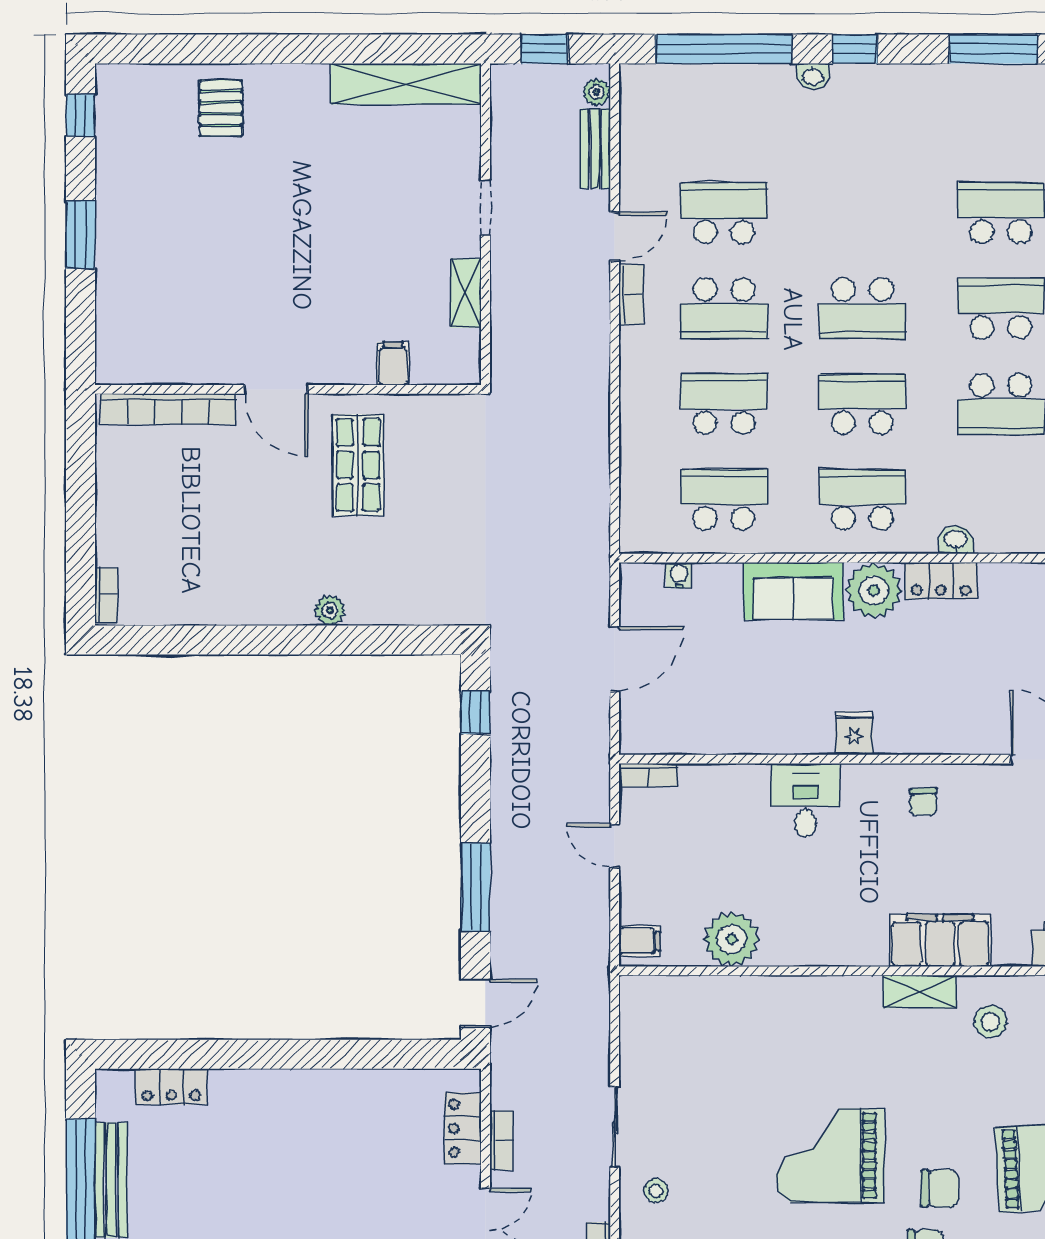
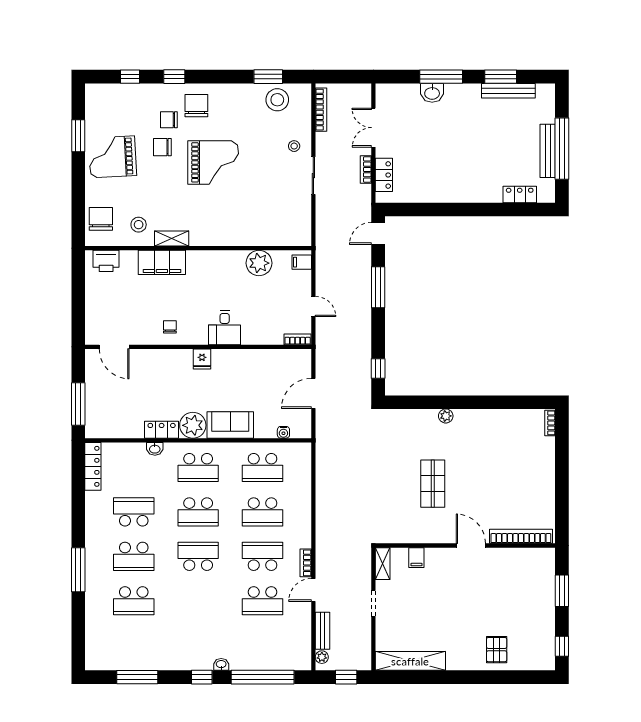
filing cabinet: (393, 363) -> (416, 558), moved
door: (276, 389) -> (471, 545), moved
wall: (288, 389) -> (465, 545), moved
bookcase: (168, 409) -> (521, 536), moved

